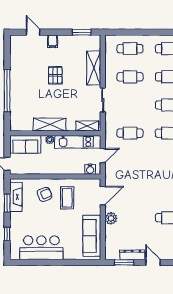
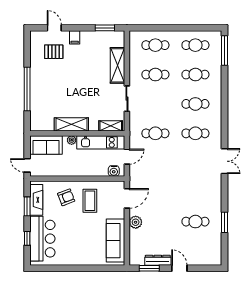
pallet: (55, 75) -> (54, 52), moved, turned 90
bar counter: (41, 248) -> (42, 239), moved, turned 90

